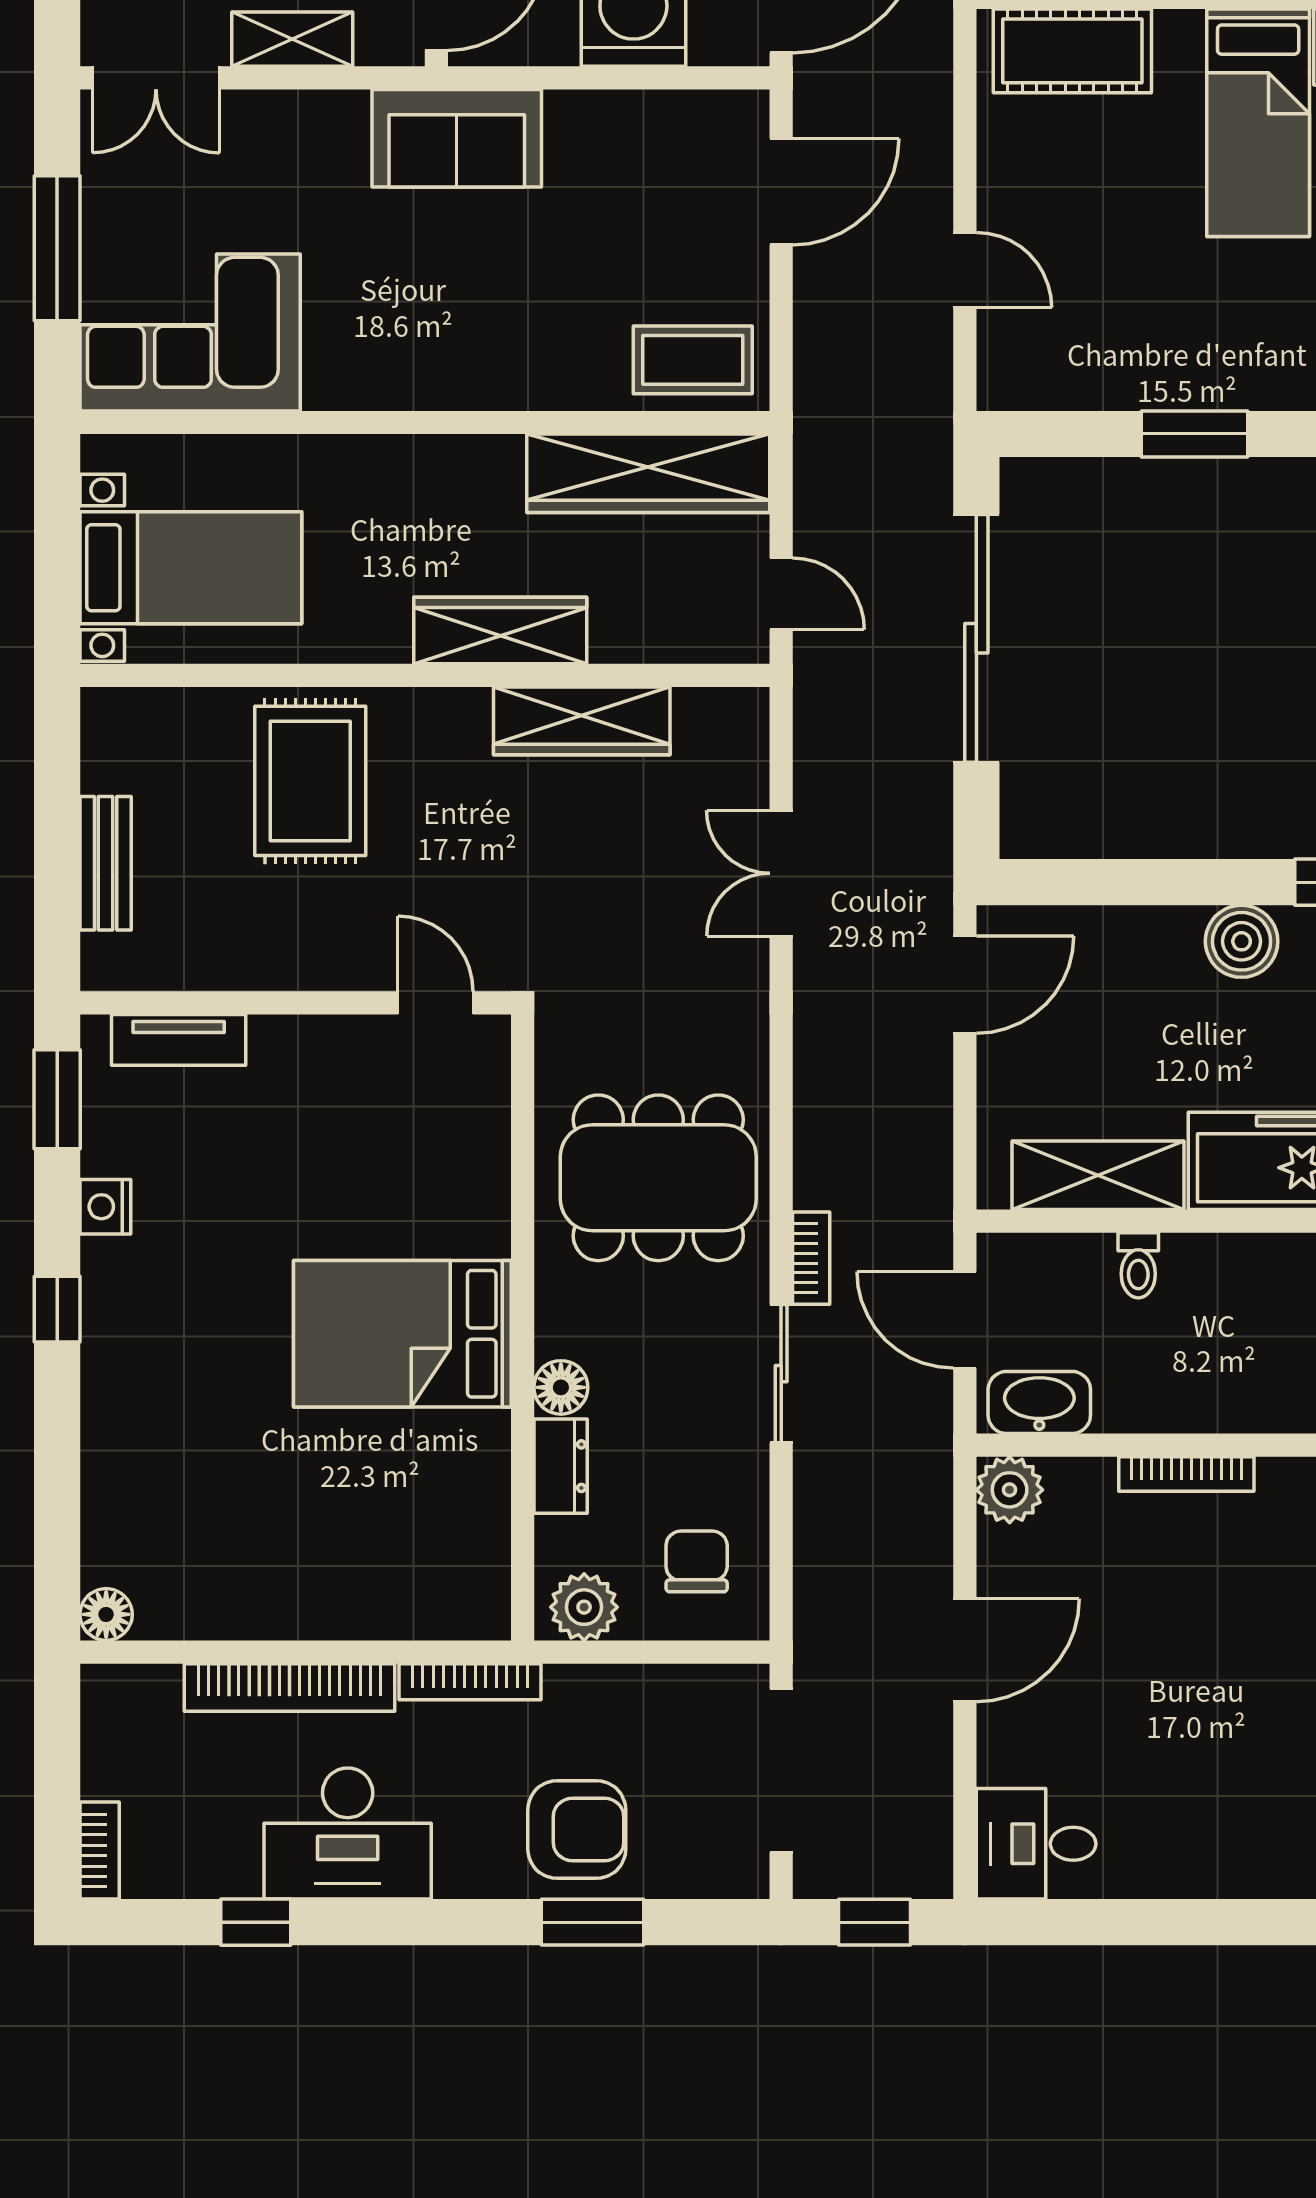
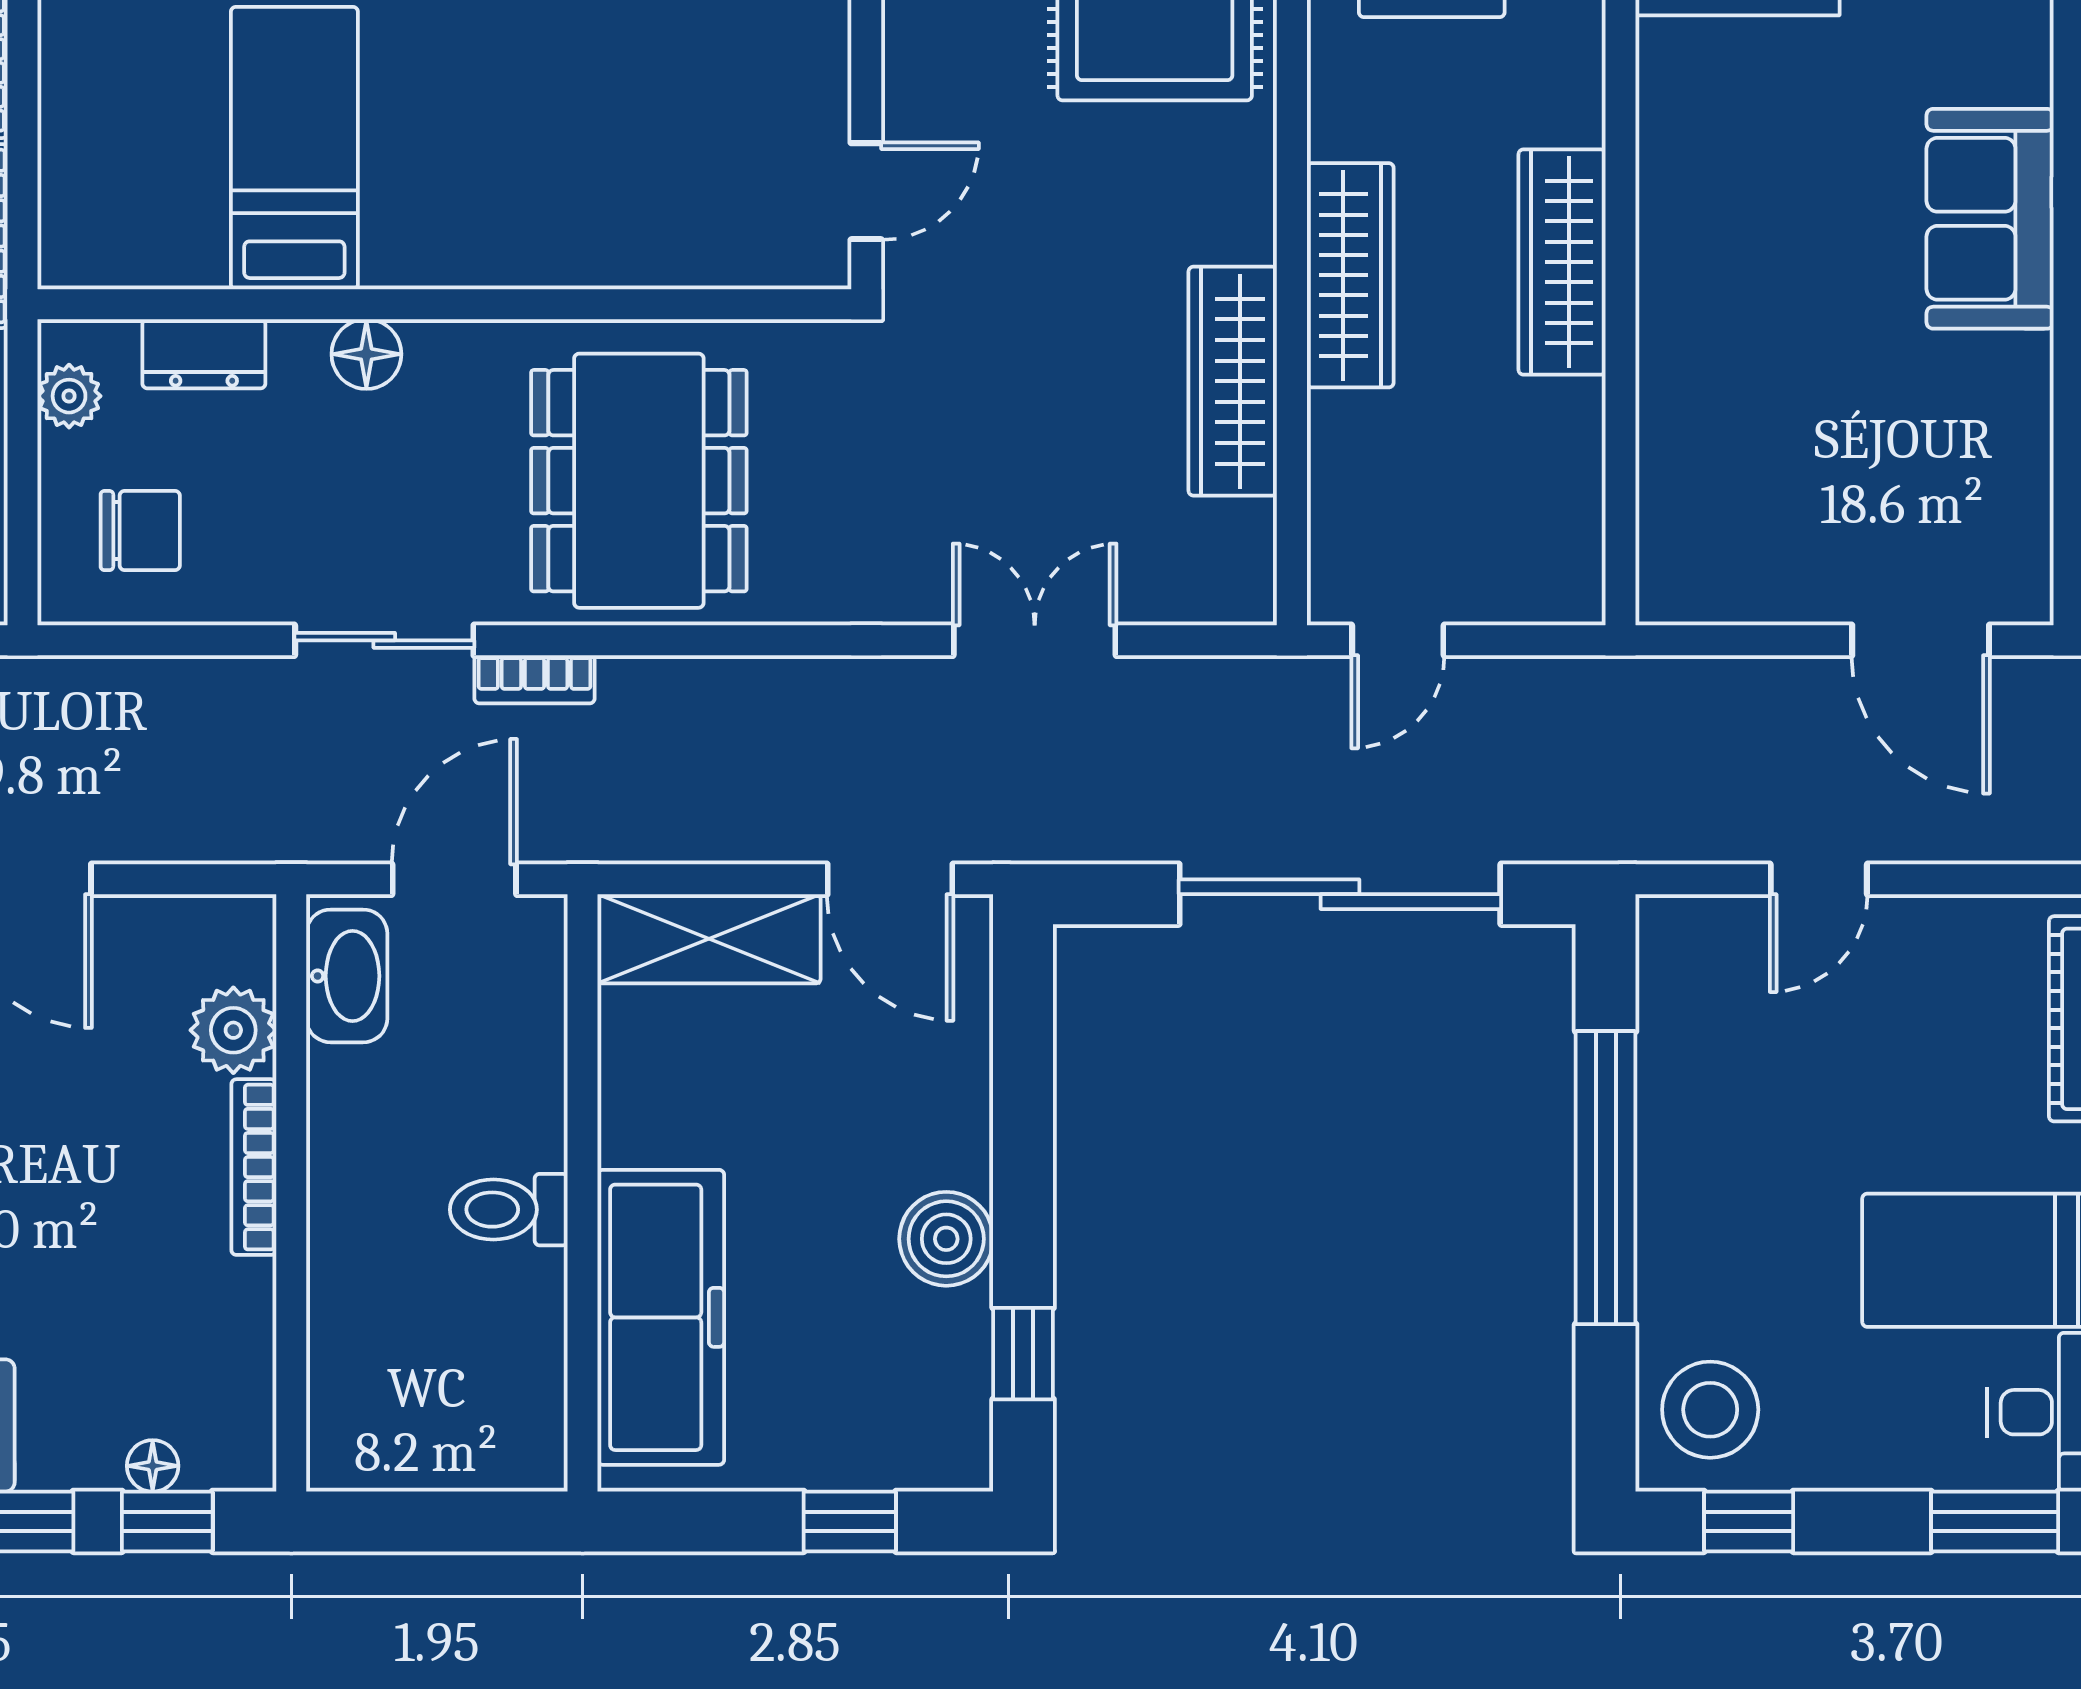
coffee table: (693, 360) -> (1702, 525), removed
window: (1195, 434) -> (1606, 1178), width x2.11
wardrobe: (648, 473) -> (1562, 262), moved, width x0.71, depth x0.85
shelving: (1098, 1175) -> (709, 939), moved, turned 90
toilet: (1138, 1265) -> (509, 1210), moved, width x1.37, depth x1.39
bed: (402, 1334) -> (294, 148), moved, width x0.67
dresser: (561, 1466) -> (204, 354), moved
plant: (1010, 1490) -> (233, 1030), moved
plant: (584, 1607) -> (69, 396), width x0.73, depth x0.73

